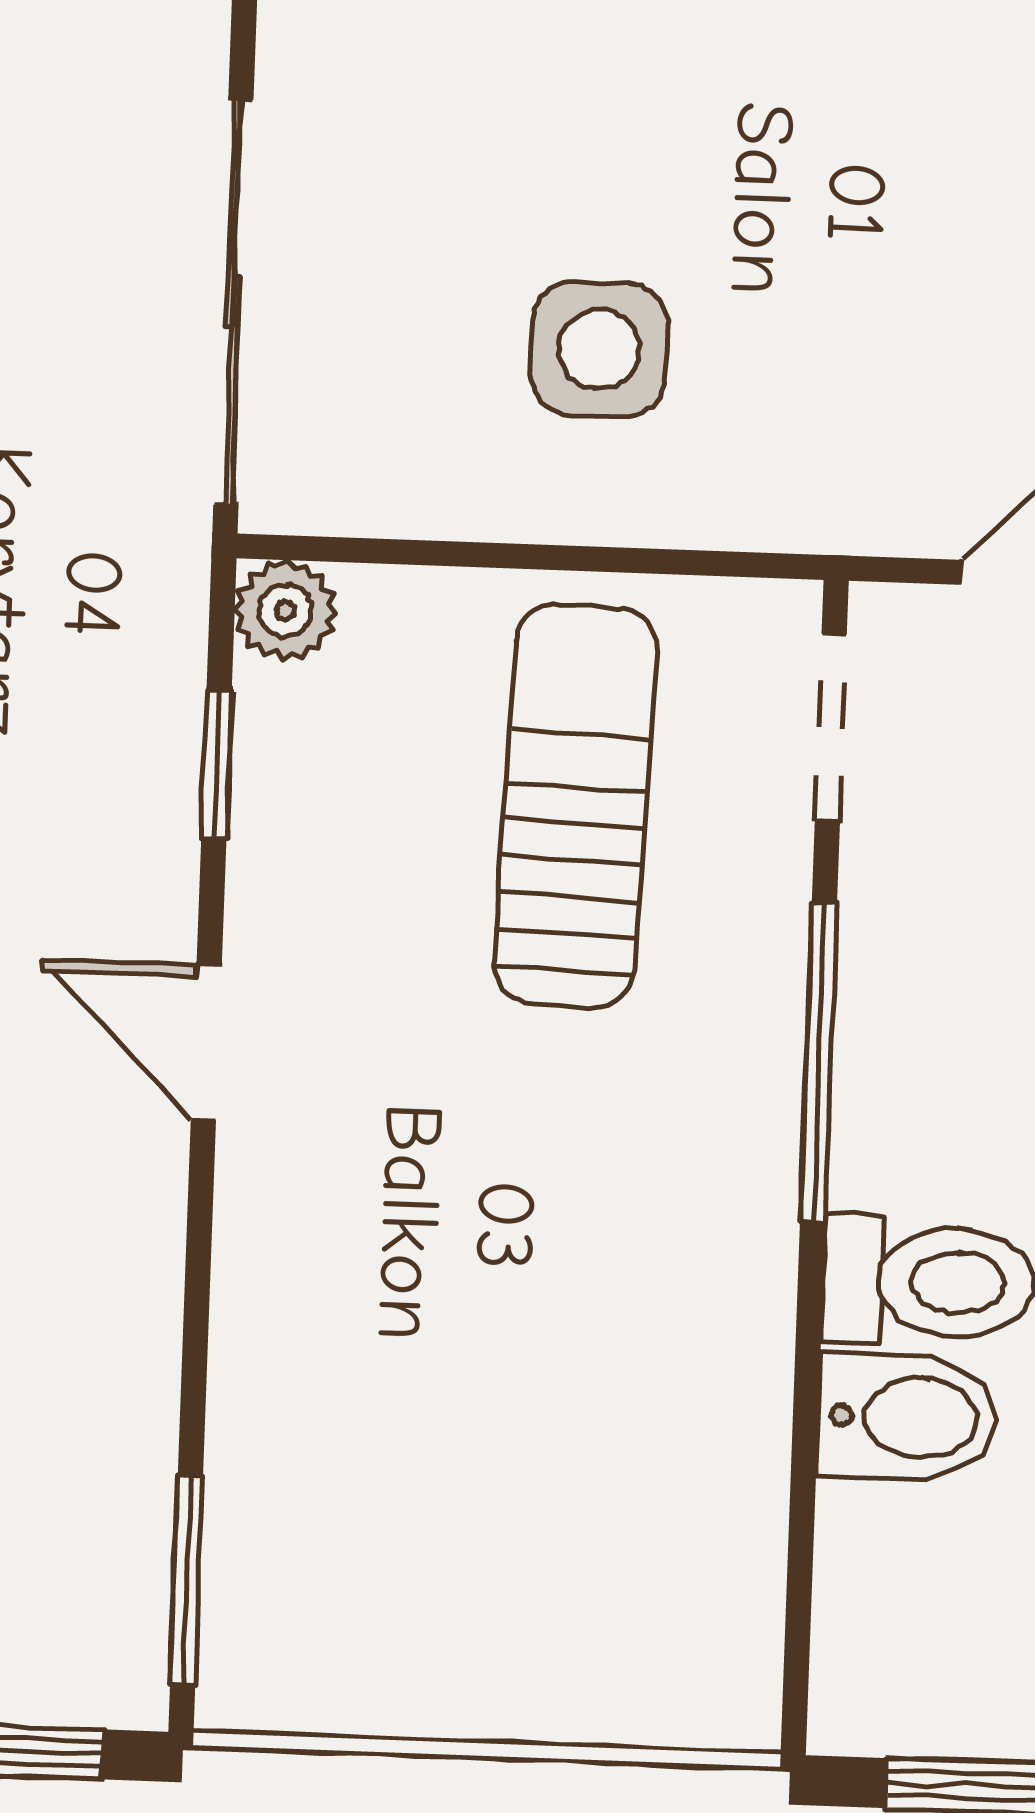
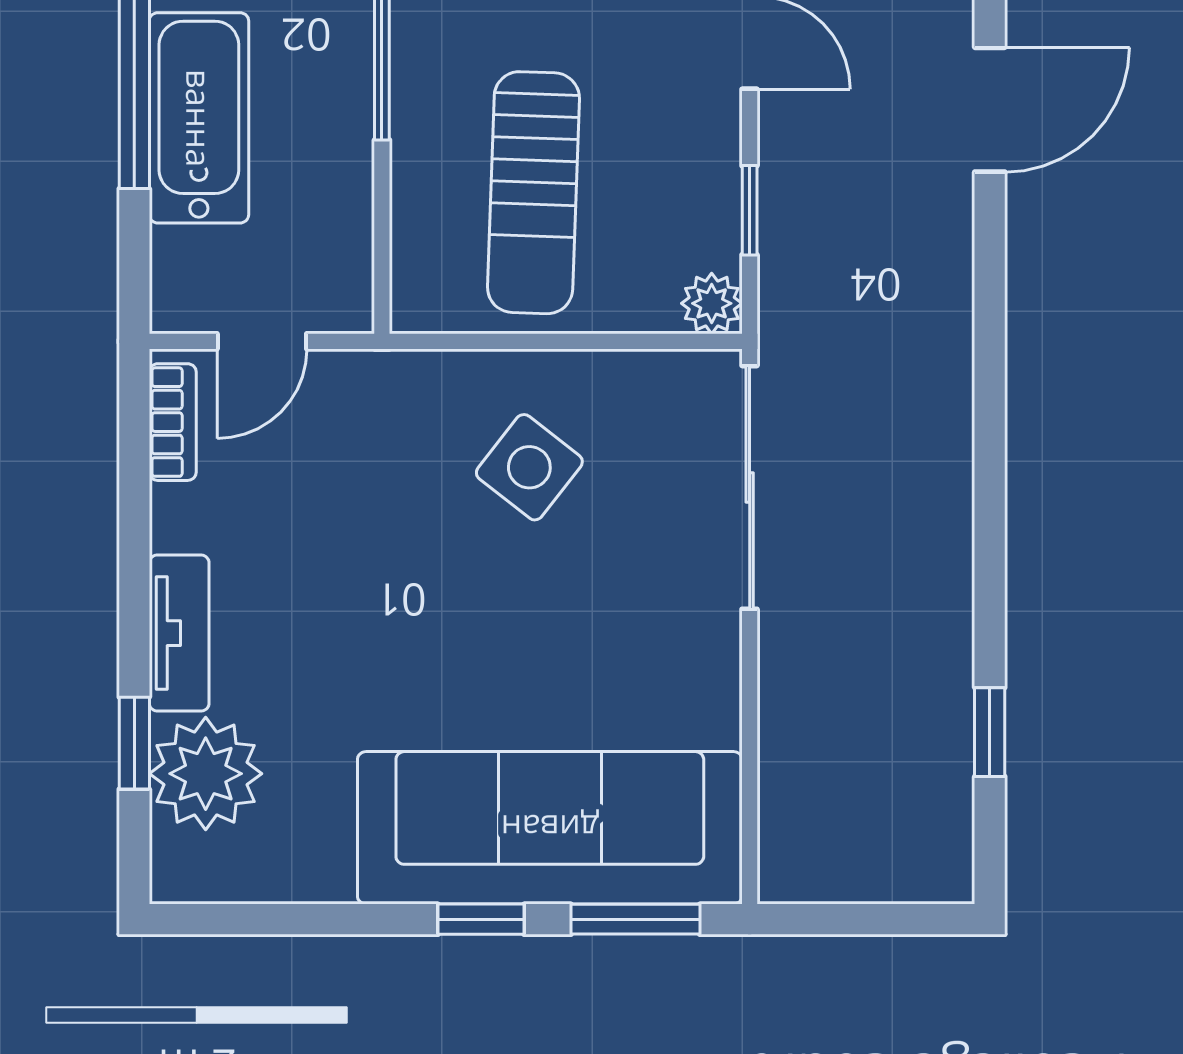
side table: (599, 349) -> (529, 467), turned 38
doorway: (831, 728) -> (382, 245), removed

